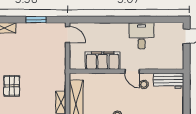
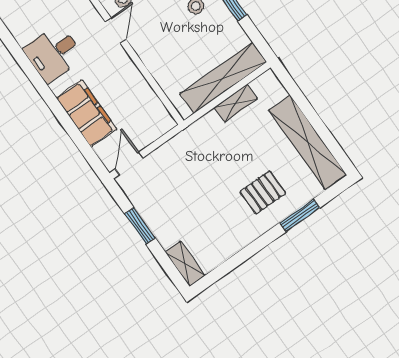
filing cabinet: (103, 61) -> (86, 113), moved, turned 180

